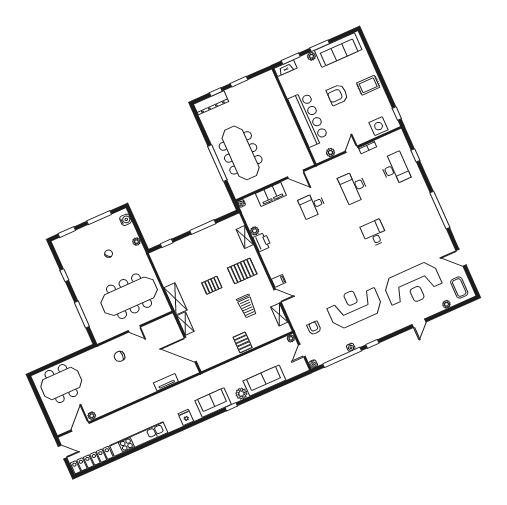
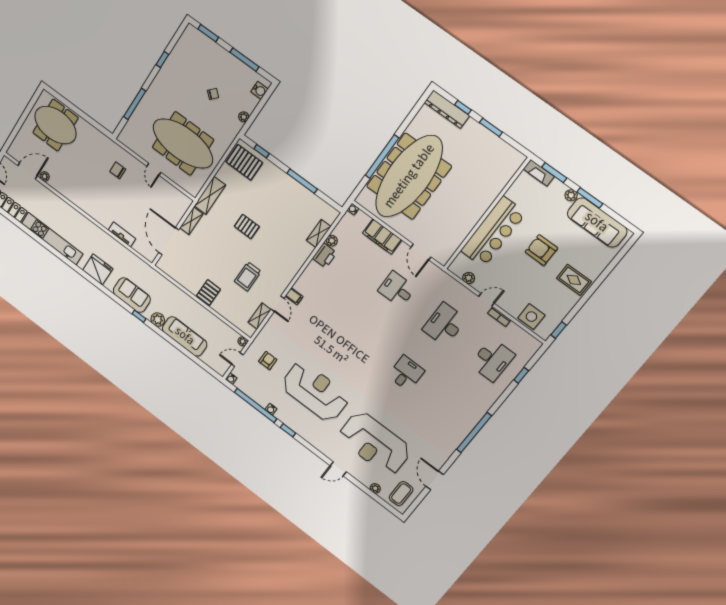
meeting table: (241, 153) -> (409, 176), width x1.36, depth x1.27
pallet: (242, 271) -> (244, 162), moved
fridge: (186, 417) -> (98, 269), width x1.88, depth x1.34

